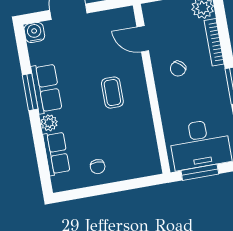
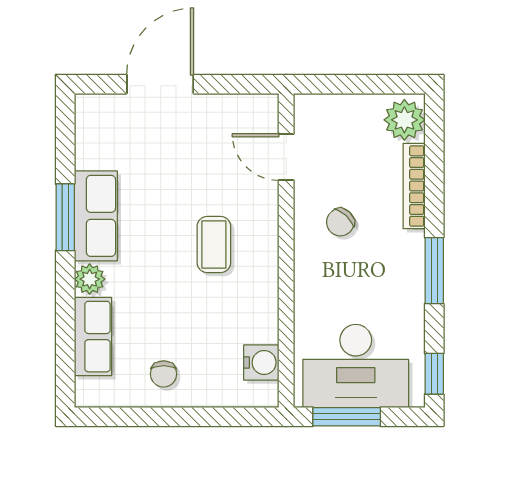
water cooler: (34, 32) -> (261, 363), moved, turned 90

